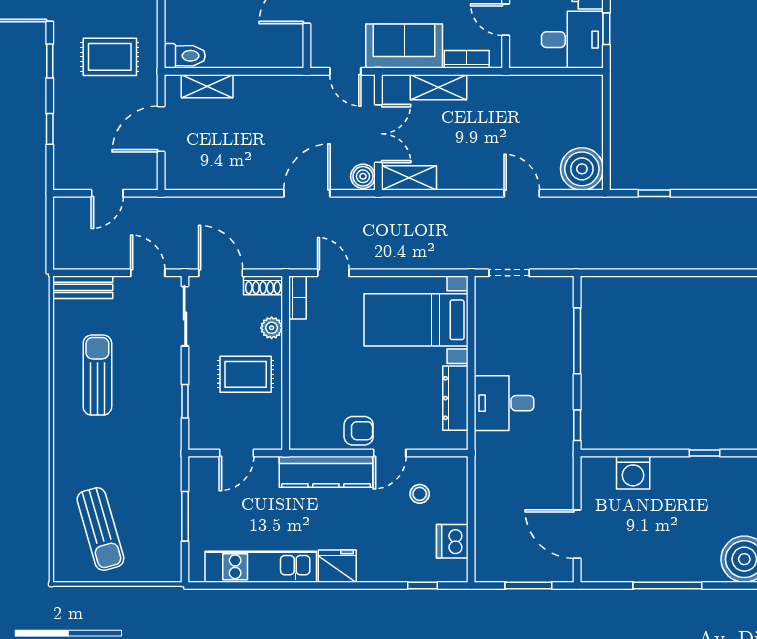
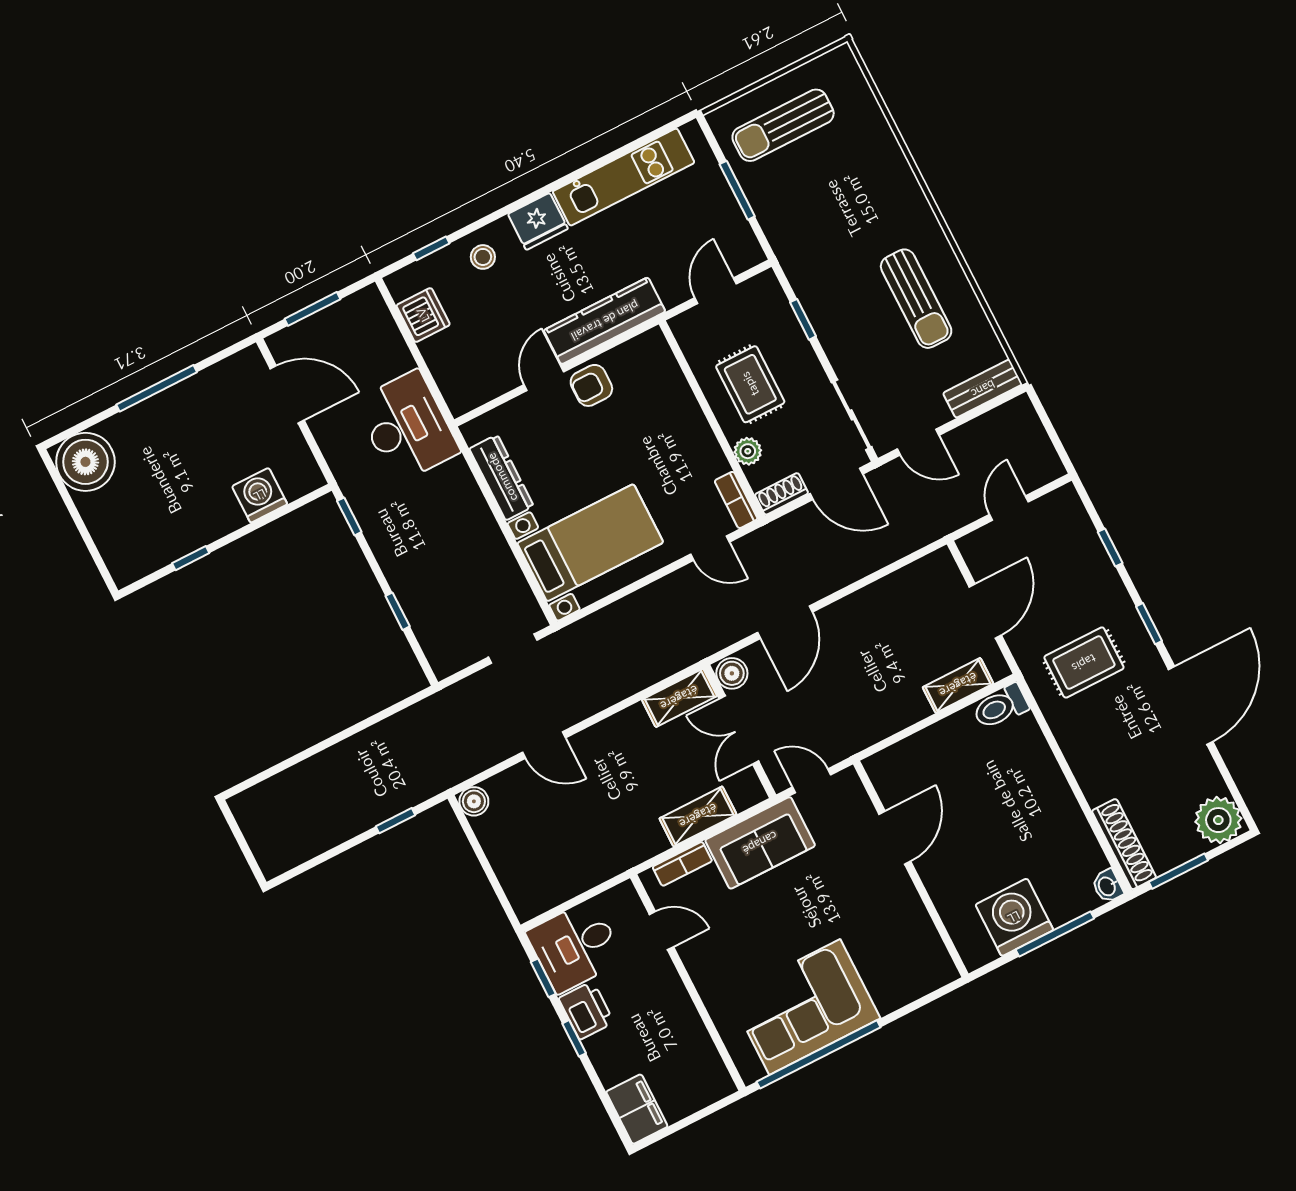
boiler: (582, 169) -> (474, 801), width x0.54, depth x0.54
window: (577, 341) -> (398, 611), width x0.46
rug: (246, 374) -> (750, 384), turned 90
desk: (504, 403) -> (407, 427), moved, width x1.37
stool: (420, 494) -> (483, 257), moved
sun lounger: (100, 529) -> (783, 125), moved, turned -74

